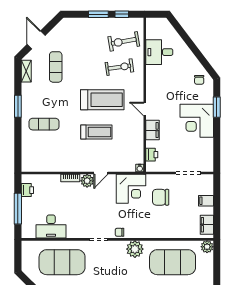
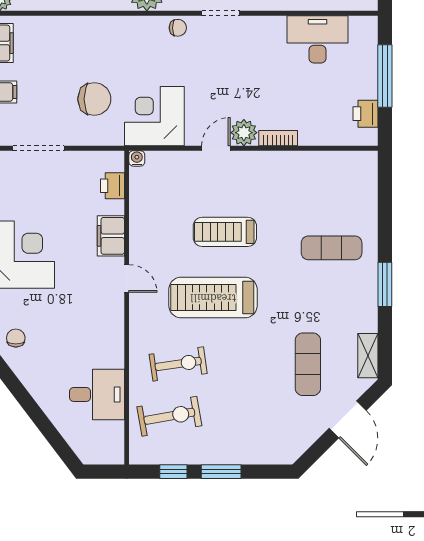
exercise bike: (119, 67) -> (178, 364), turned 180

